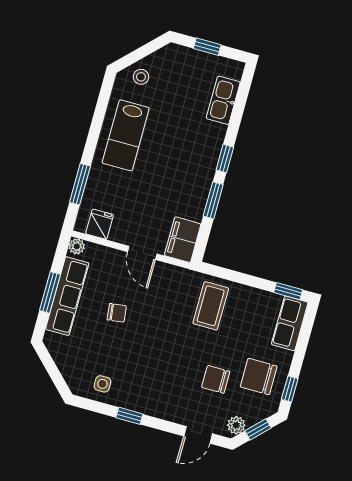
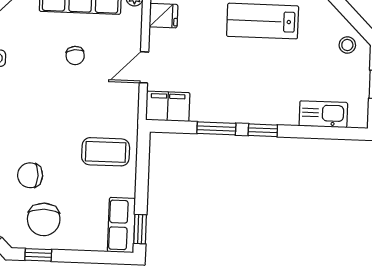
stool: (141, 77) -> (347, 45), moved
row of seats: (290, 323) -> (121, 225), moved, turned -90
chair: (259, 376) -> (44, 219), turned 180
chair: (216, 379) -> (30, 175), turned -90

